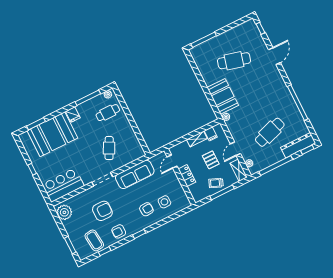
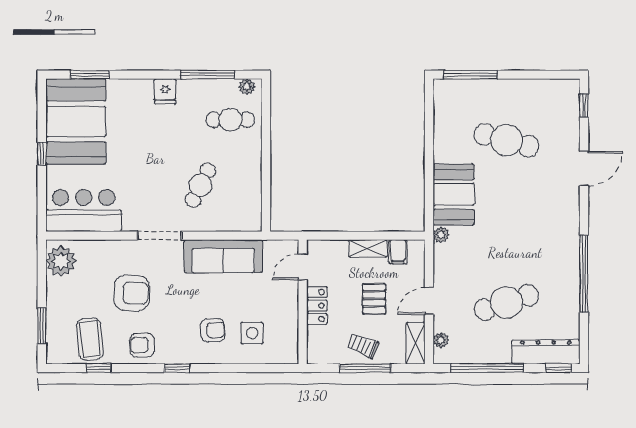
booth: (52, 134) -> (76, 121), moved, turned 90

